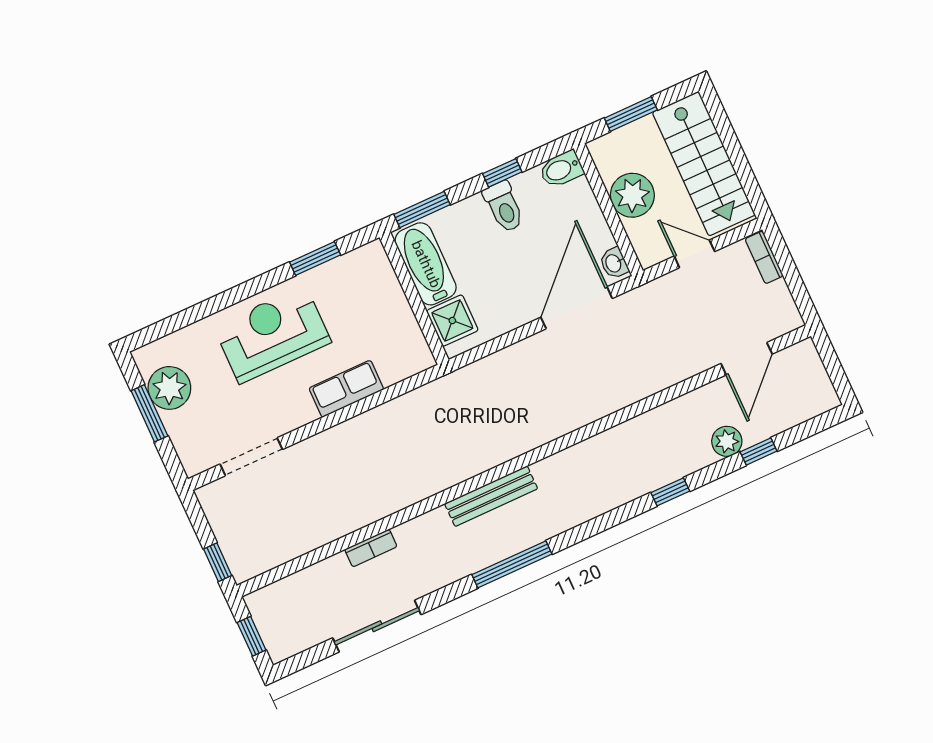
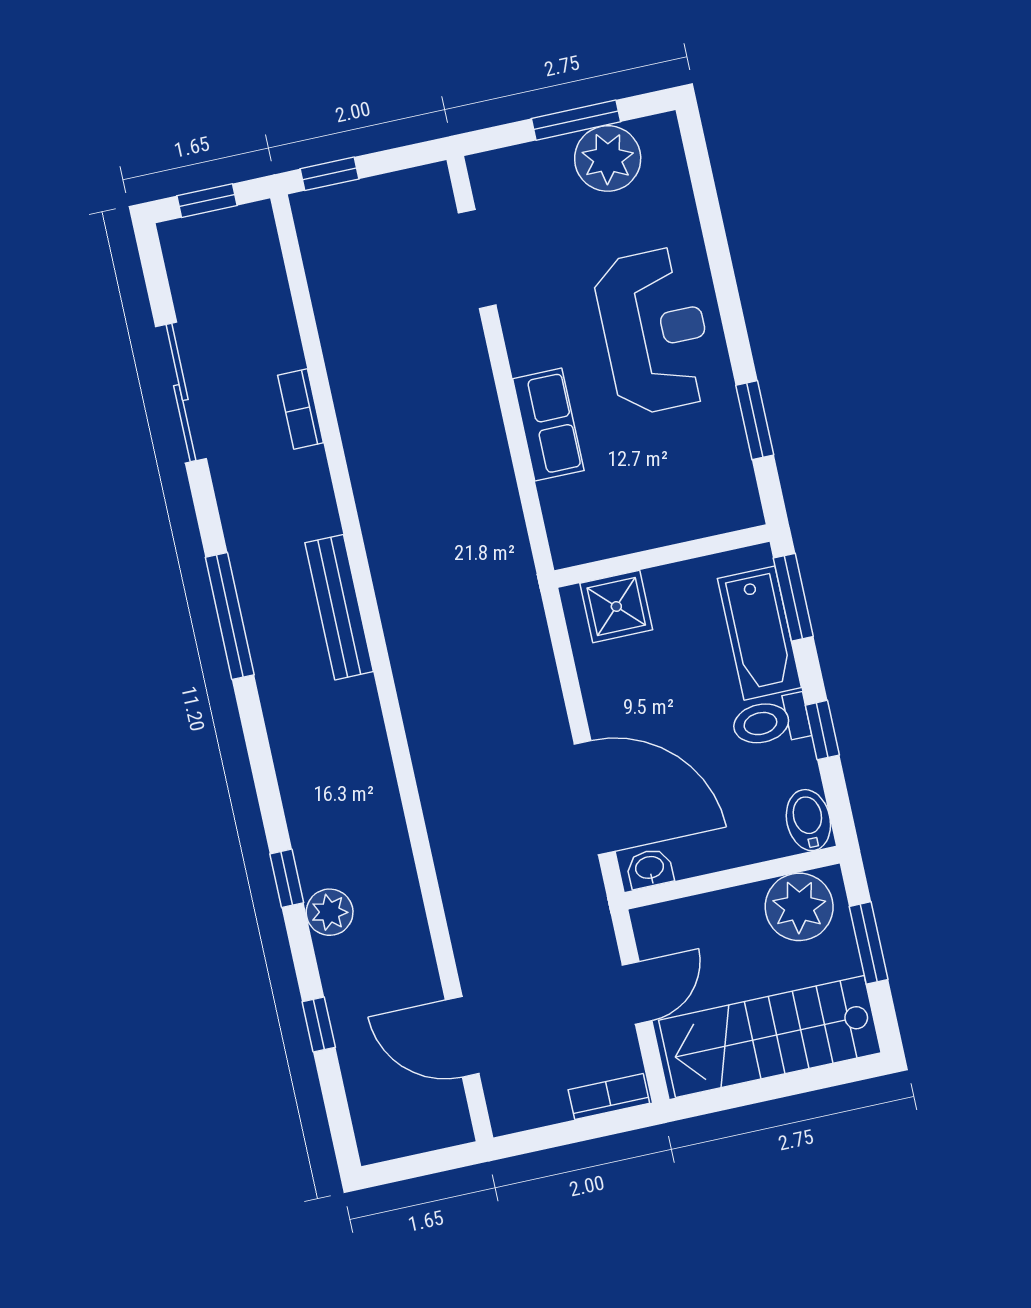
plant: (632, 195) -> (799, 907), moved
bathtub: (426, 264) -> (759, 633), moved, turned 90
plant: (727, 441) -> (330, 912), moved

